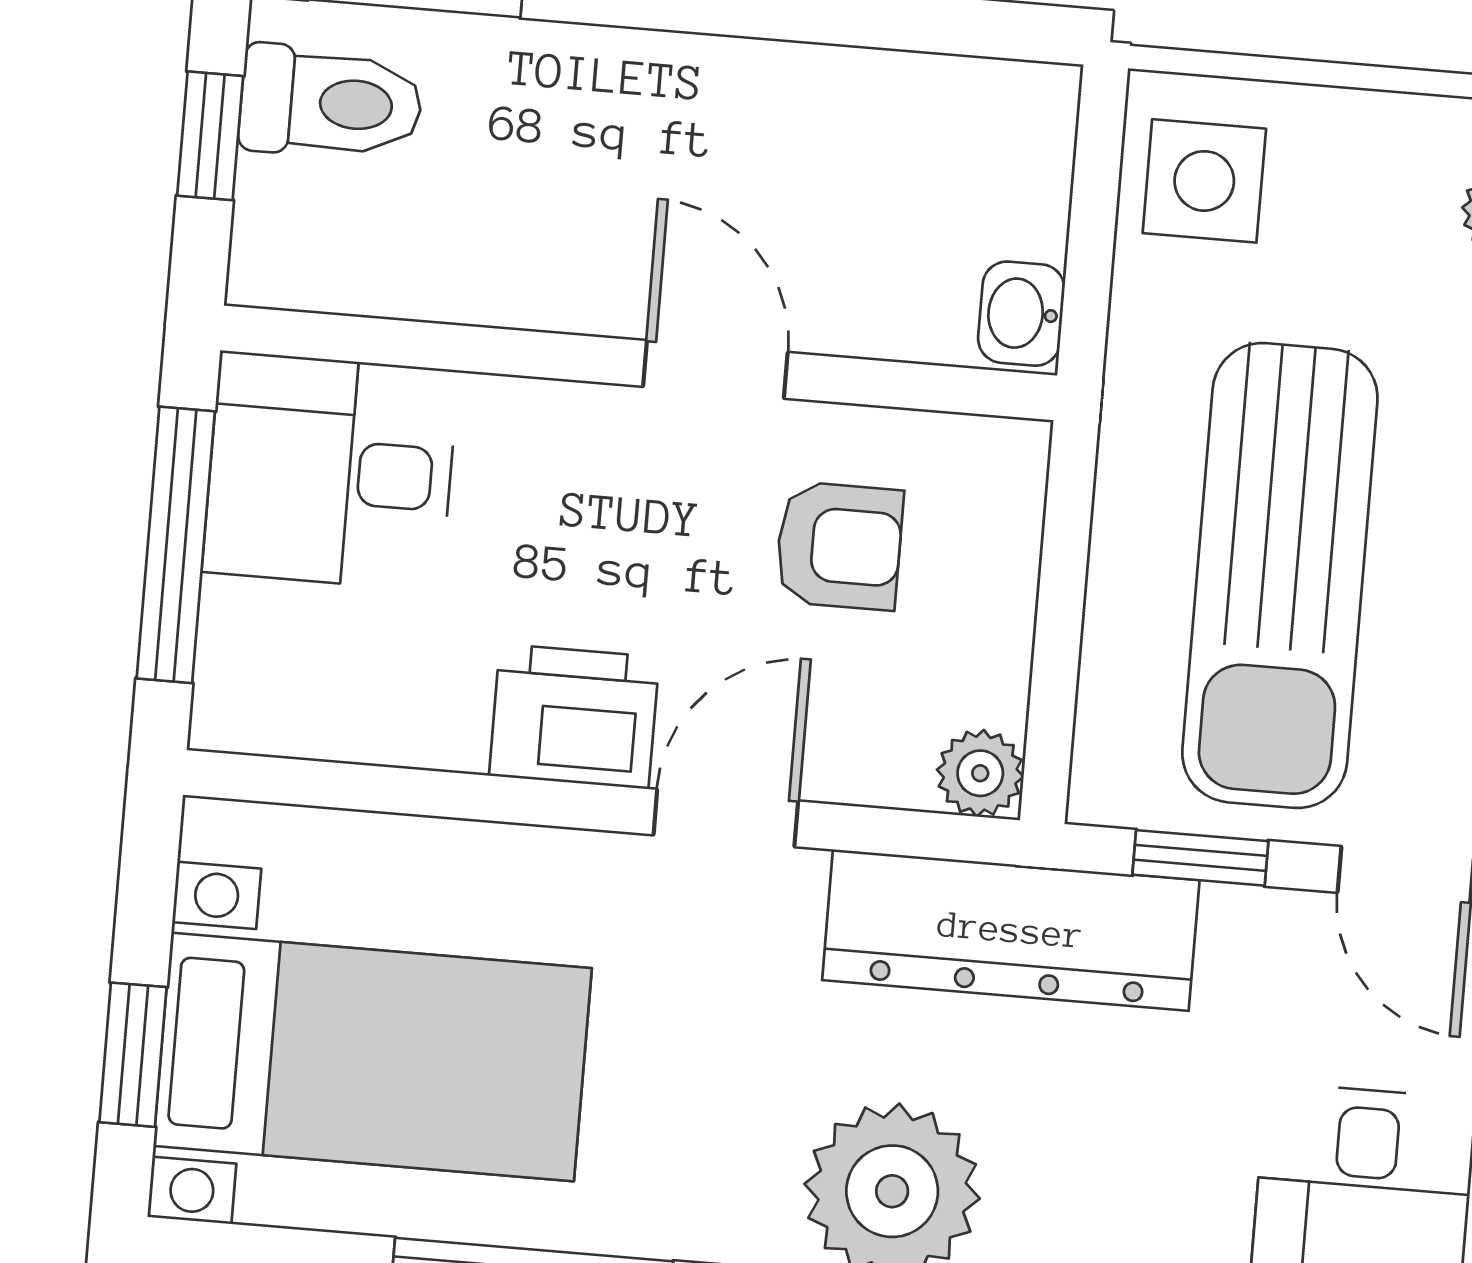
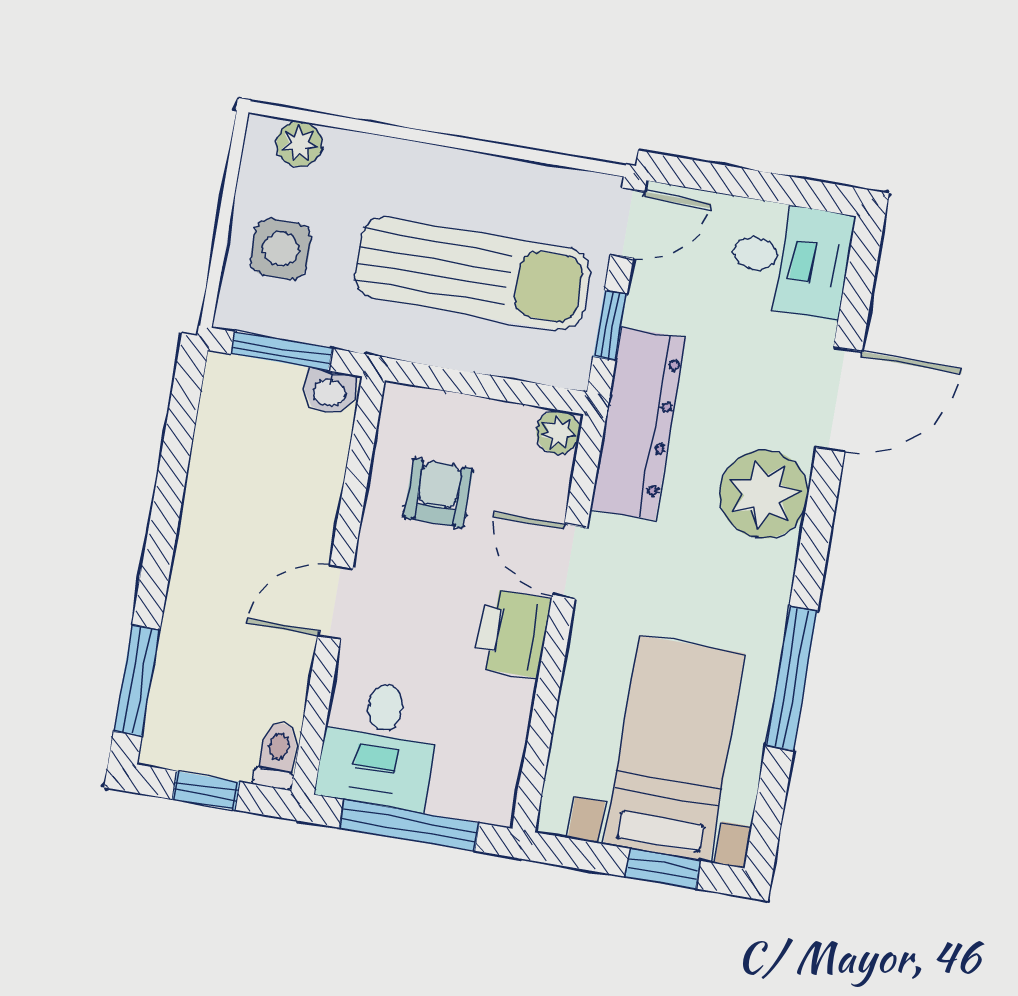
toilet: (331, 103) -> (277, 755), moved, width x0.73, depth x0.72
side table: (1204, 181) -> (281, 249), moved
window: (1094, 210) -> (281, 351), added
door: (715, 369) -> (335, 602), moved

